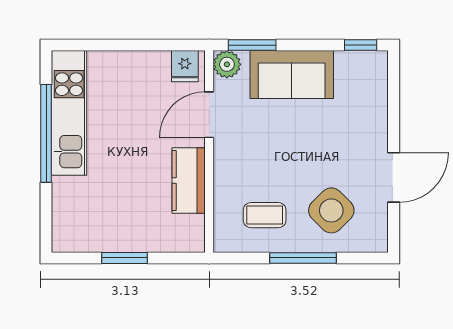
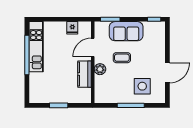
plant: (227, 64) -> (100, 69), moved
fridge: (185, 66) -> (72, 28), moved
side table: (331, 210) -> (142, 86), turned 45
coffee table: (265, 215) -> (122, 58), moved

